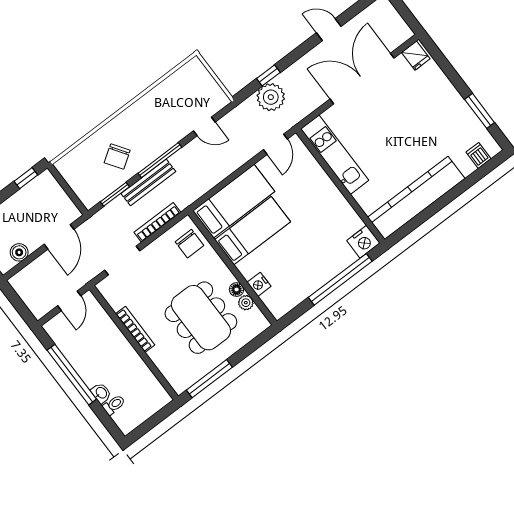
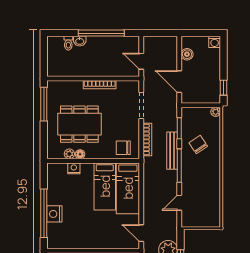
plant: (62, 166) -> (216, 112), added
nightstand: (363, 242) -> (54, 214), moved

